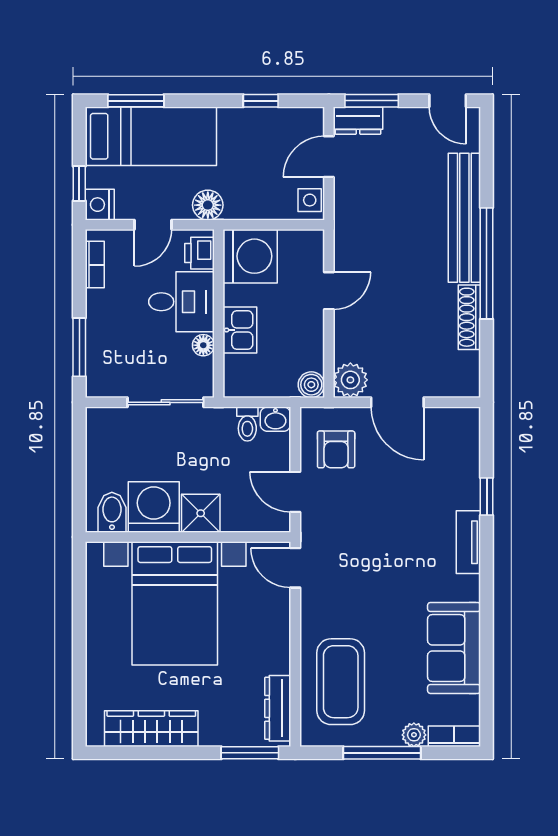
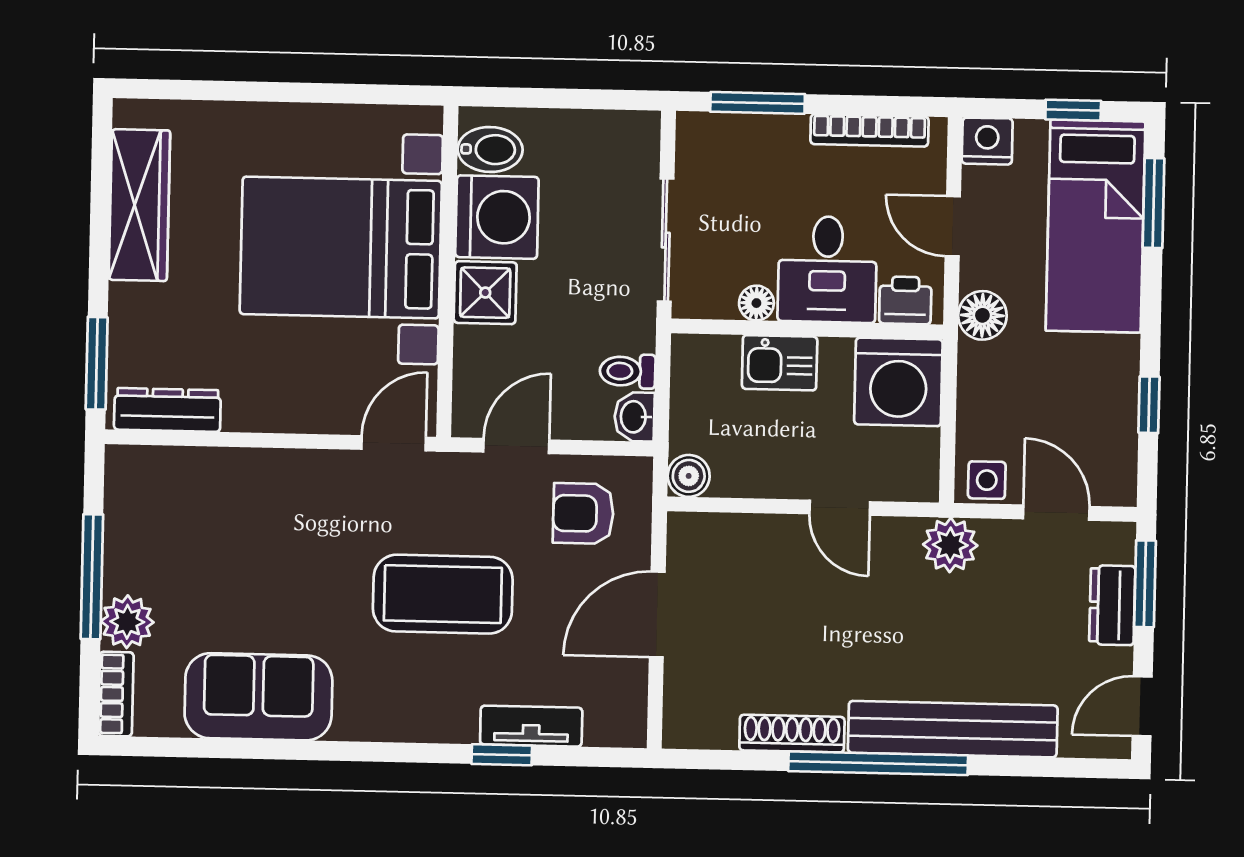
dresser: (358, 121) -> (1112, 605), moved
window: (79, 184) -> (1073, 110), moved
bookcase: (95, 265) -> (869, 130), width x1.56
plant: (350, 380) -> (950, 545), moved
tv unit: (468, 542) -> (531, 726), moved
coffee table: (341, 682) -> (443, 594), moved
plant: (414, 735) -> (127, 622), width x1.38, depth x1.38

